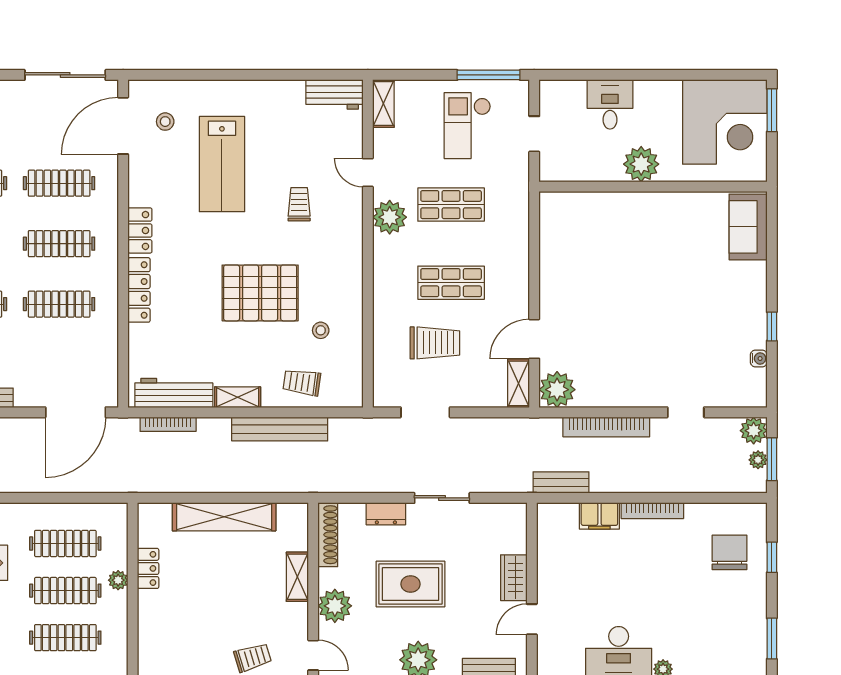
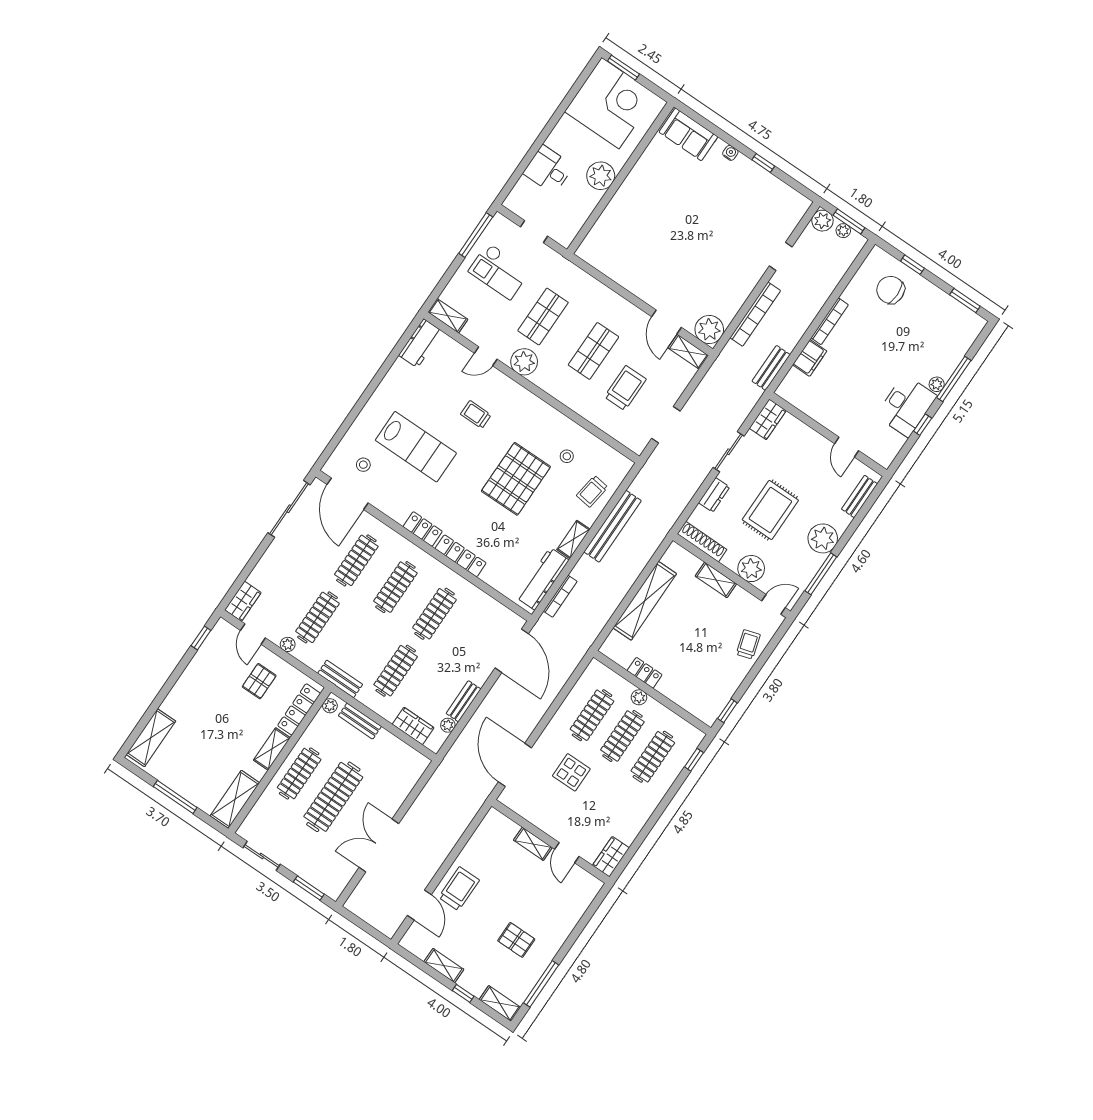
water cooler: (759, 358) -> (730, 153), moved
wardrobe: (514, 578) -> (768, 419), moved, turned -90

